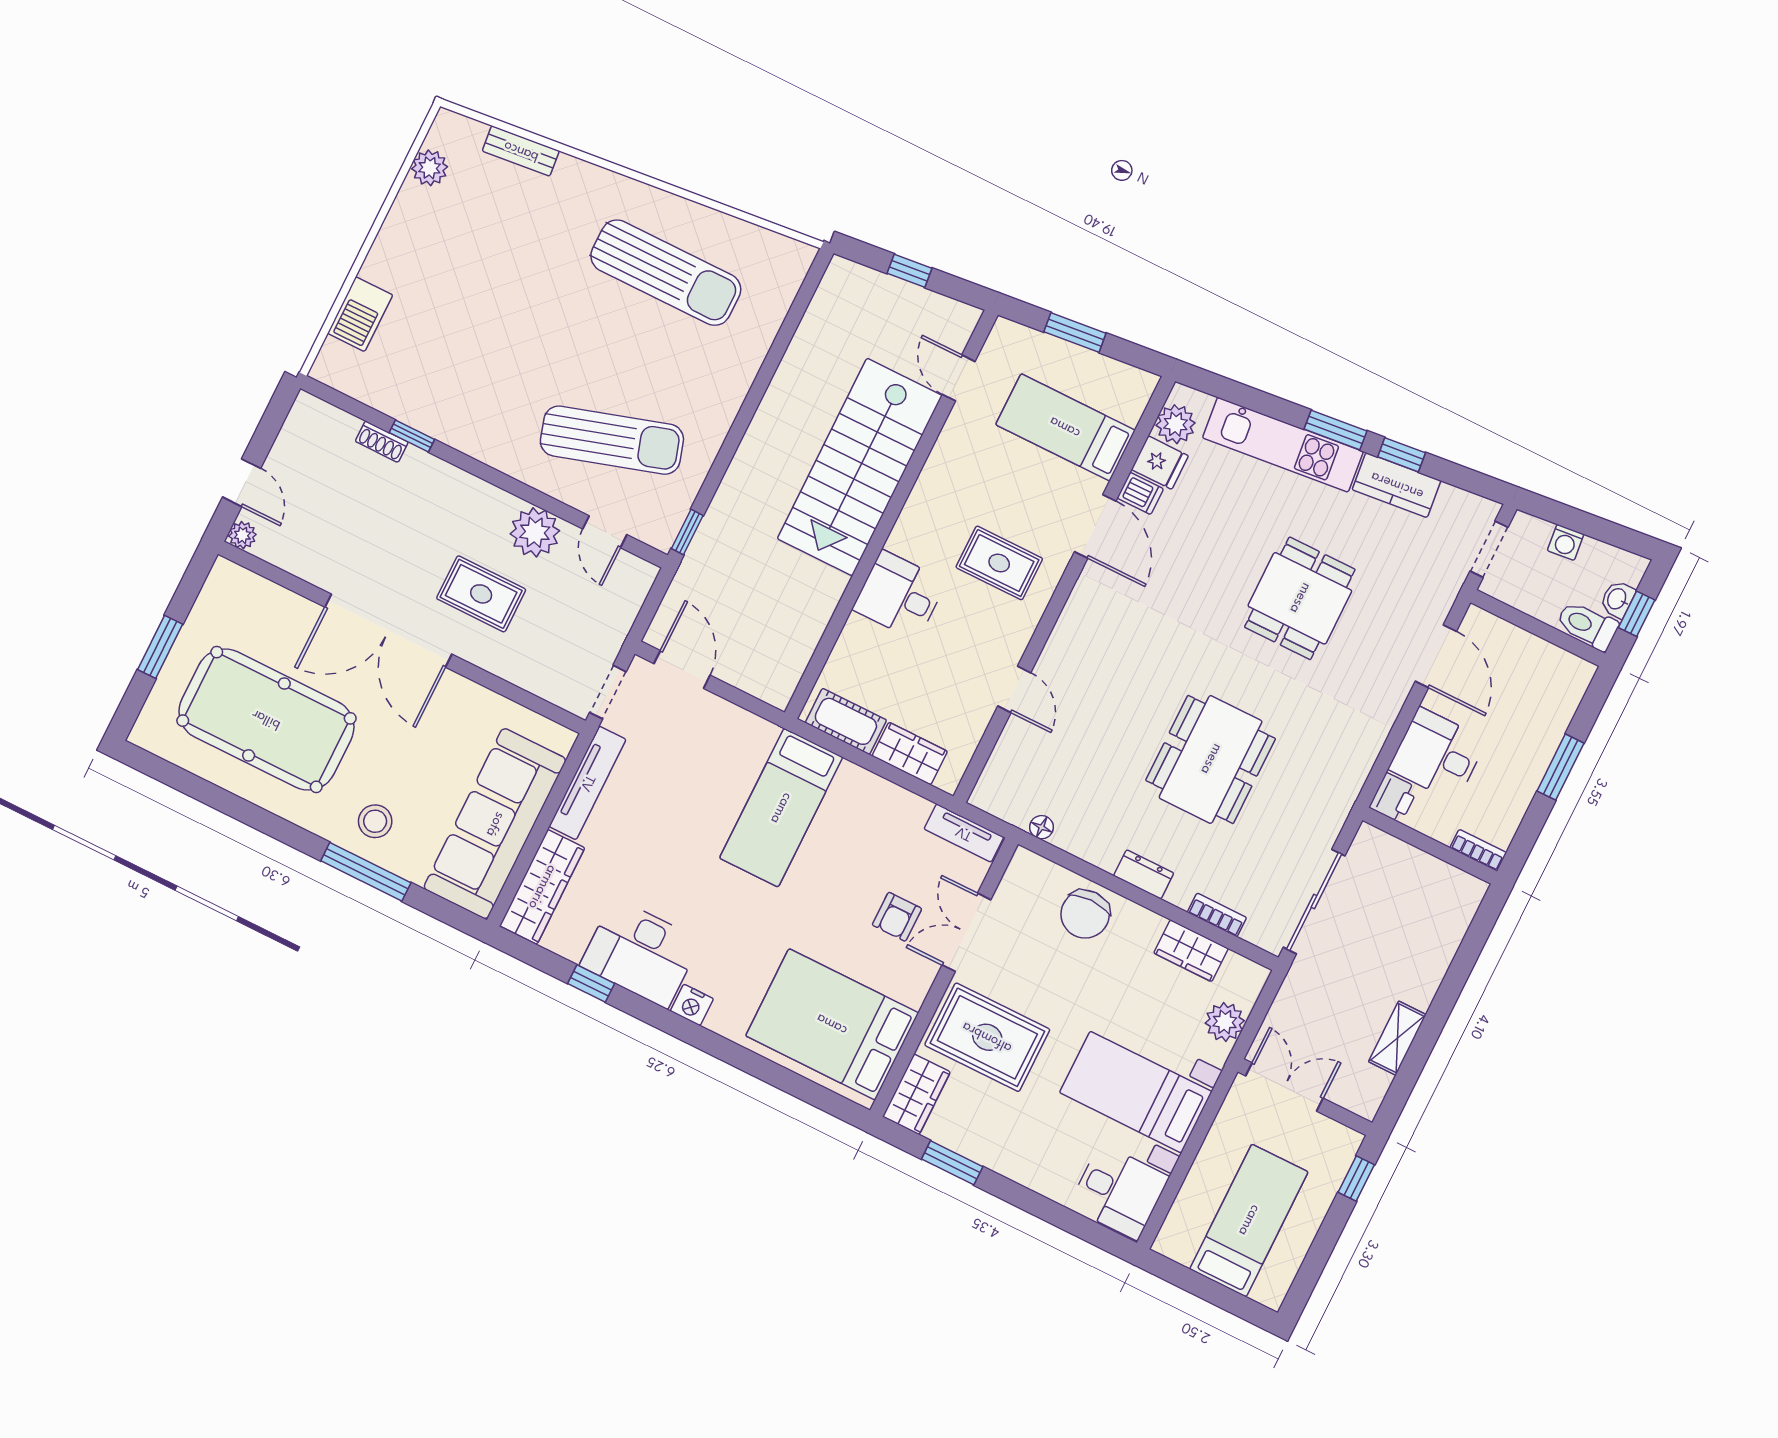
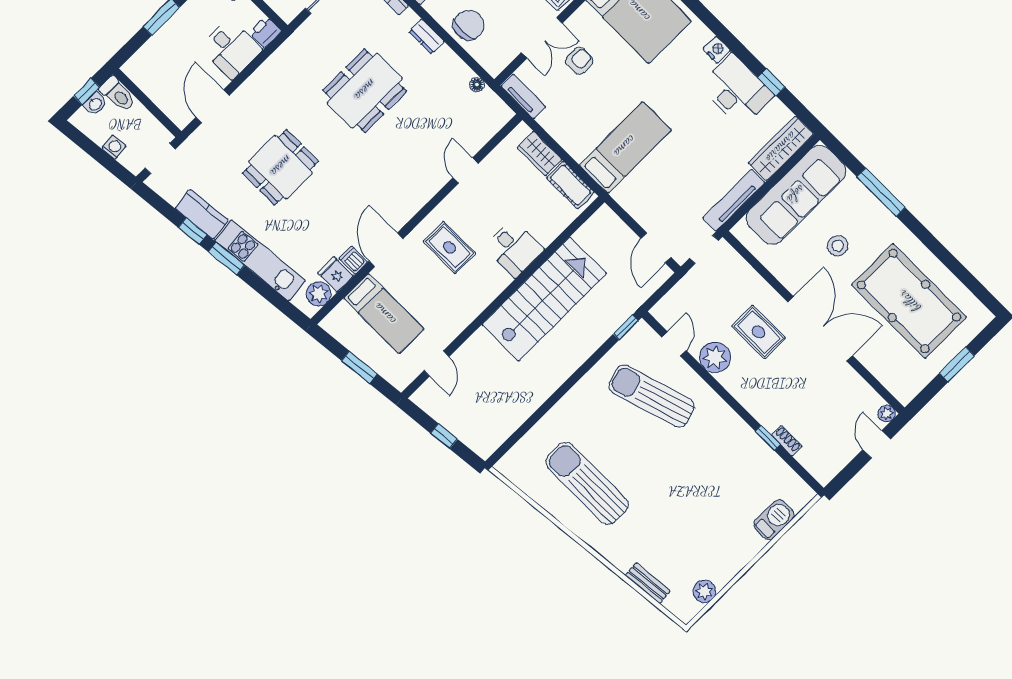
stairs: (860, 467) -> (544, 299), moved
stool: (375, 821) -> (838, 246), moved

